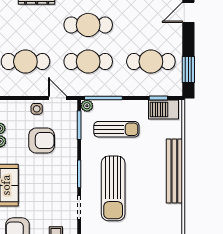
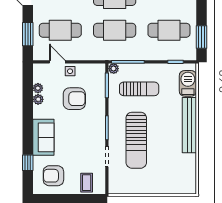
door: (57, 98) -> (57, 62), moved
barbecue: (163, 110) -> (188, 83), moved, turned 90

